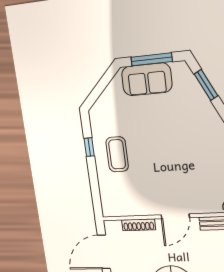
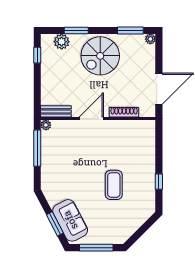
sofa: (147, 79) -> (70, 220), moved, turned 63
coffee table: (117, 154) -> (114, 185), moved

